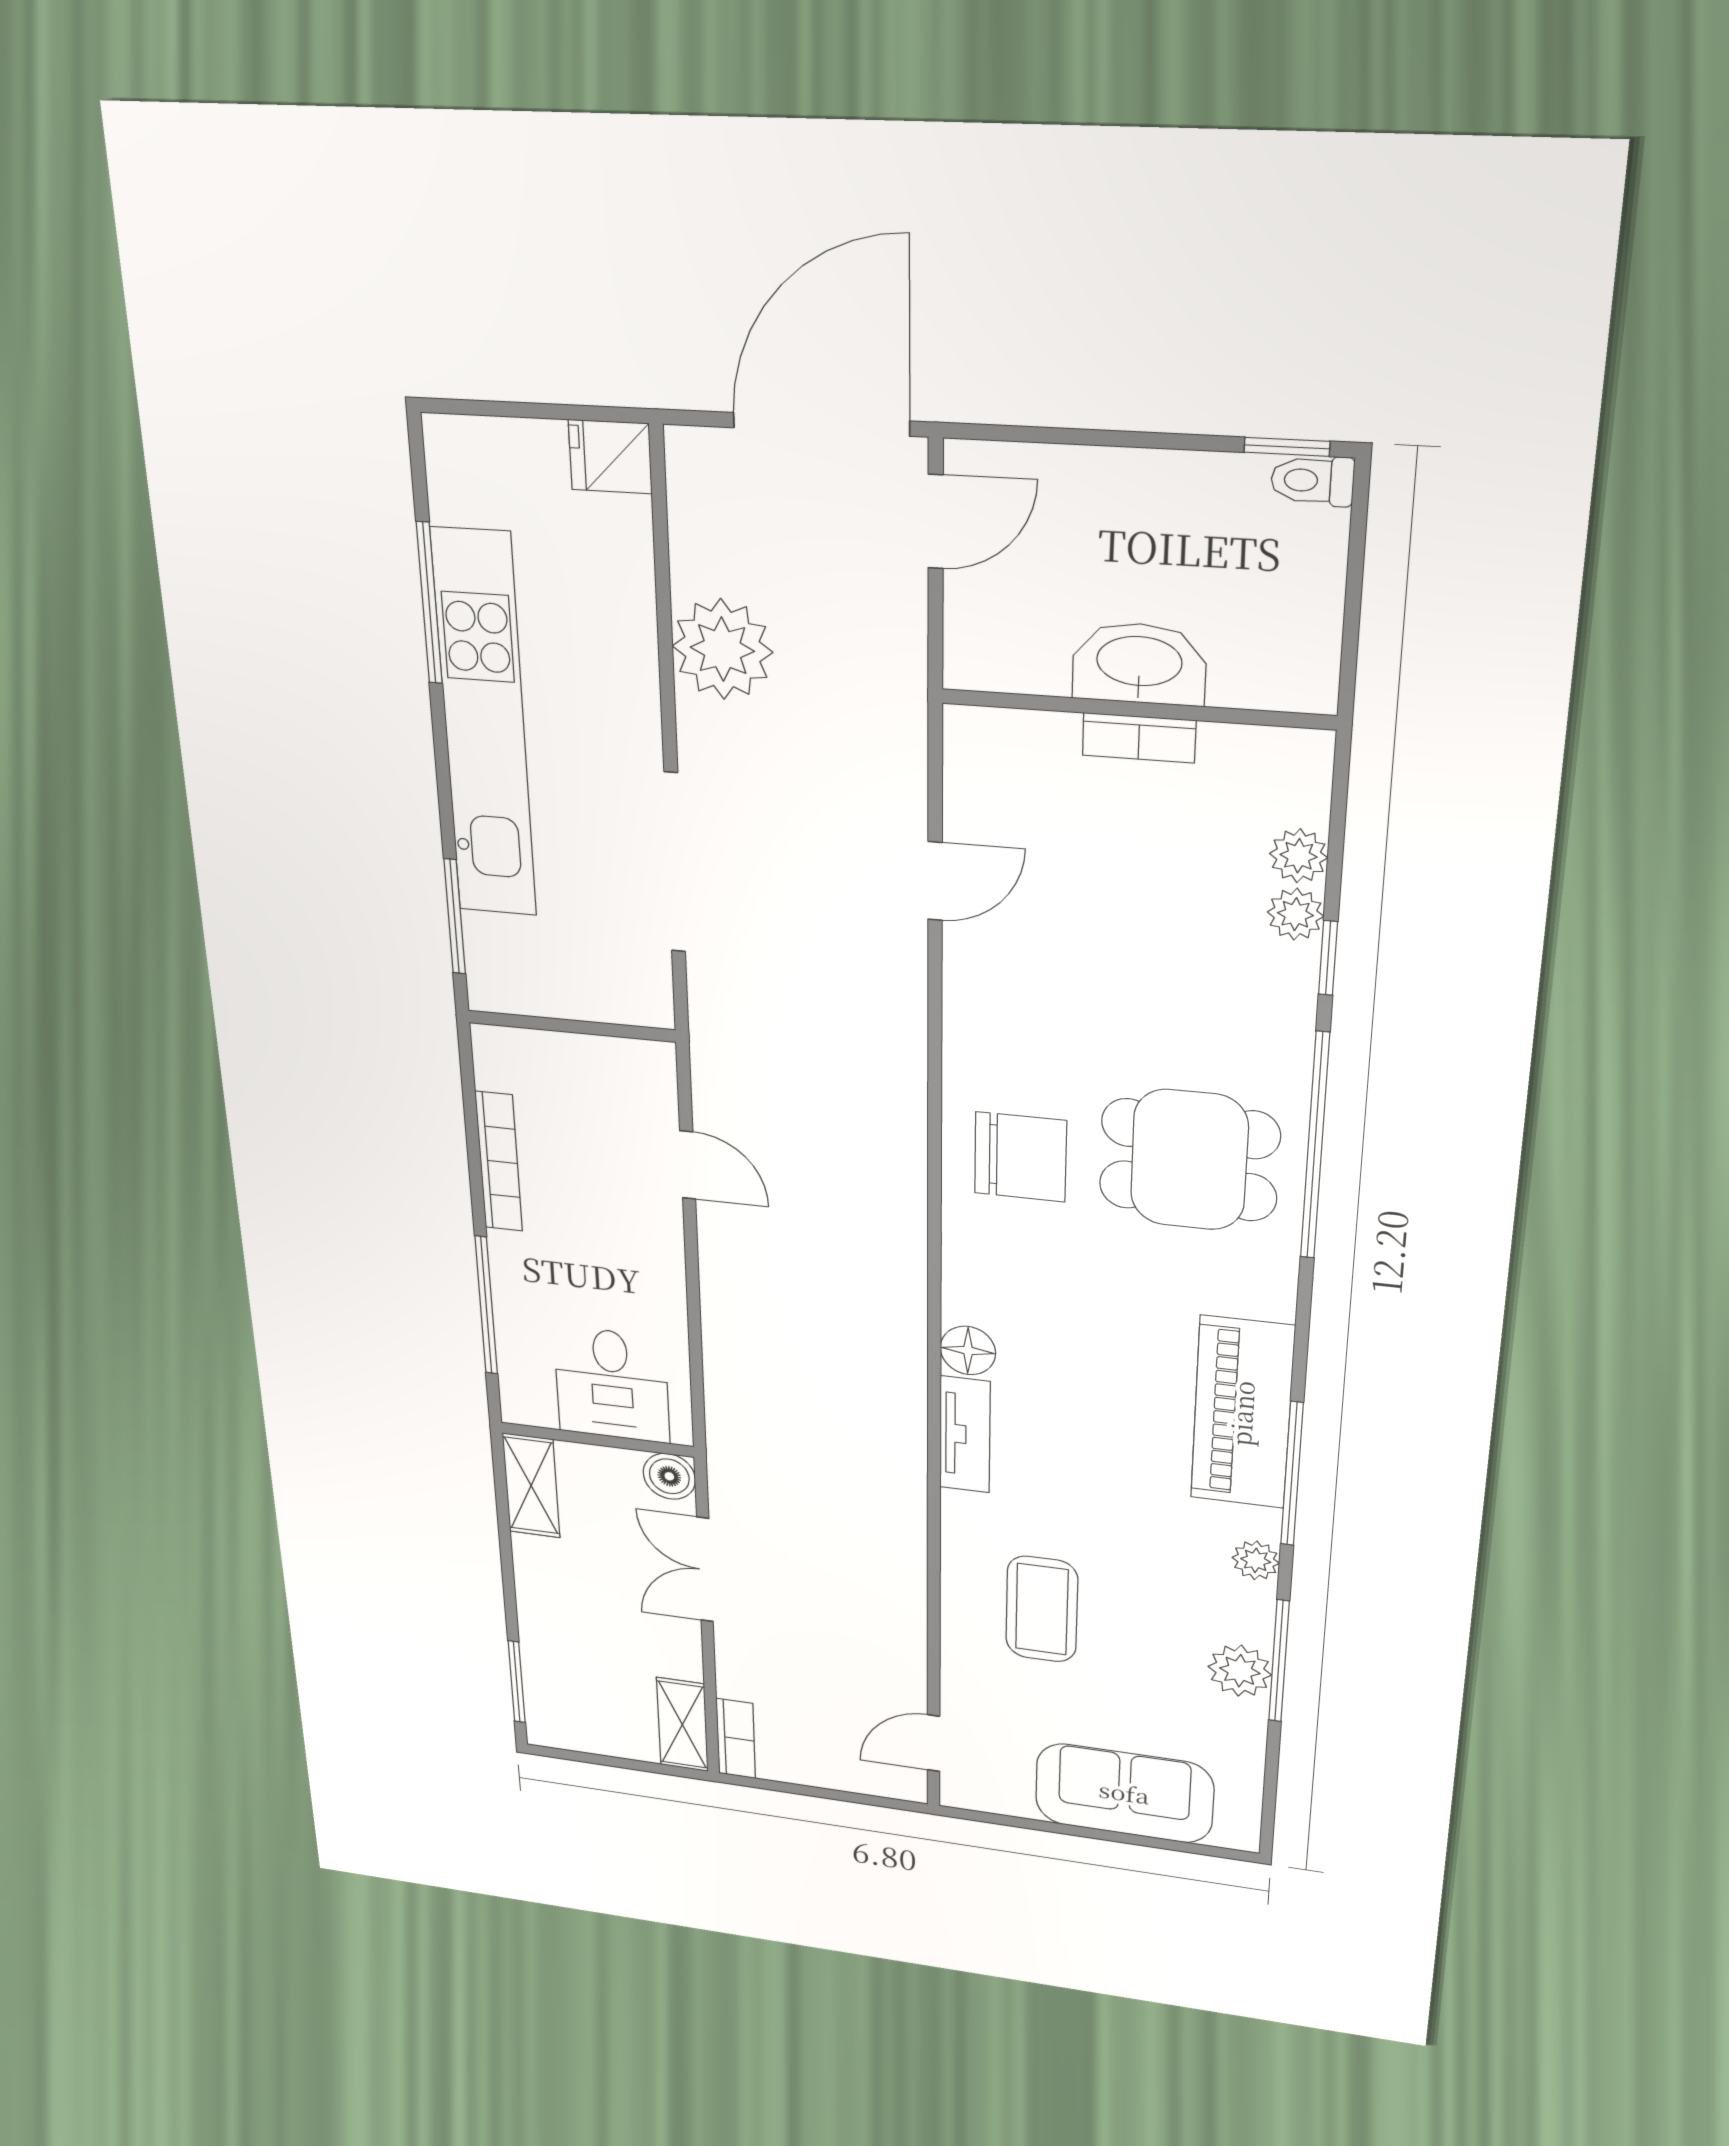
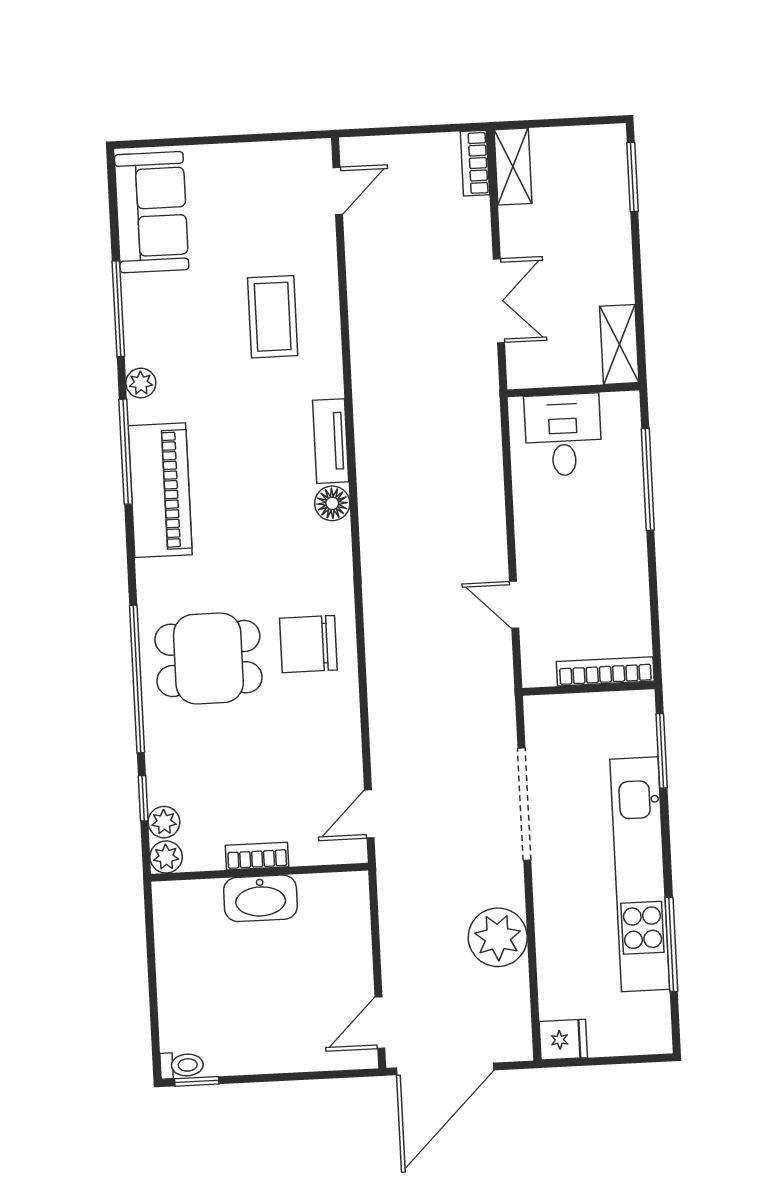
washbasin: (1139, 663) -> (260, 898), moved
wall: (1137, 709) -> (260, 872), moved
bookcase: (1139, 738) -> (257, 856), moved
bookcase: (499, 1162) -> (605, 671), moved, turned 90
boiler: (669, 1476) -> (524, 371), removed
plant: (1240, 1671) -> (142, 296), removed
sofa: (1124, 1793) -> (152, 212), moved, turned -90

